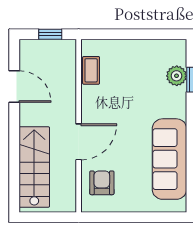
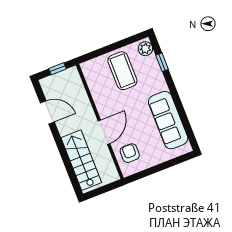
coffee table: (91, 70) -> (122, 71), moved, width x1.86, depth x1.72
plant: (177, 76) -> (145, 49), moved

